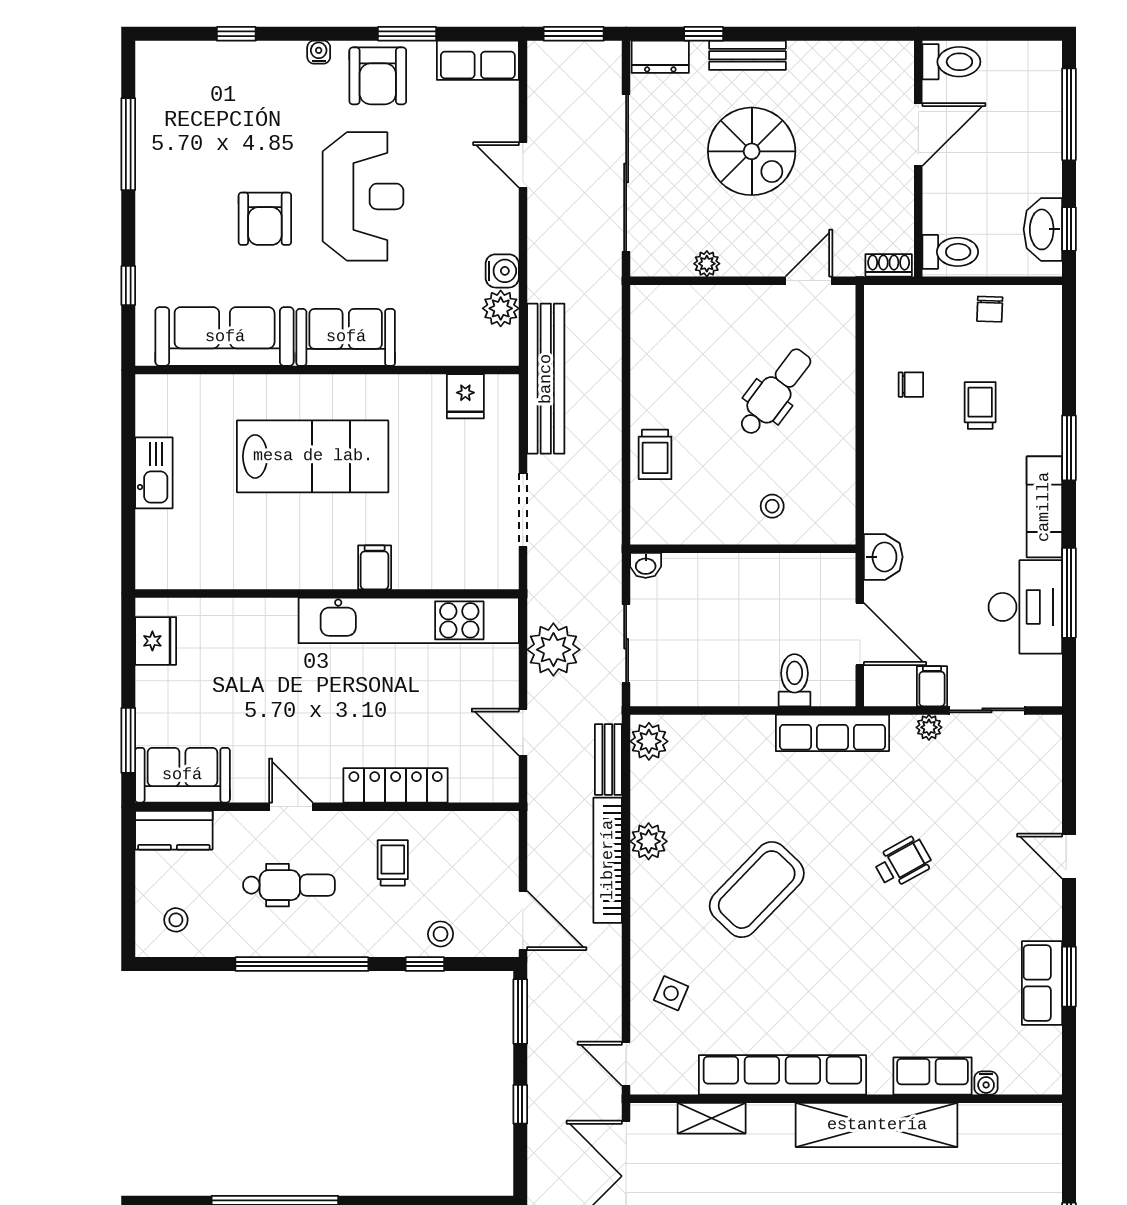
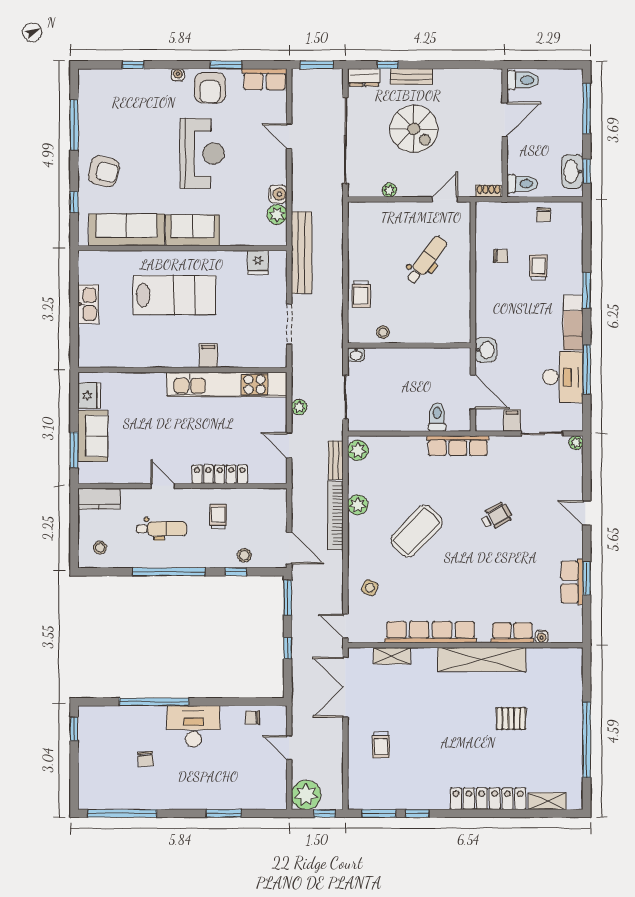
armchair: (265, 219) -> (104, 171), moved, turned -77
stool: (772, 506) -> (383, 332), moved
plant: (553, 650) -> (299, 407), width x0.53, depth x0.53
plant: (929, 727) -> (576, 443), moved
sofa: (182, 775) -> (93, 436), moved, turned 90

